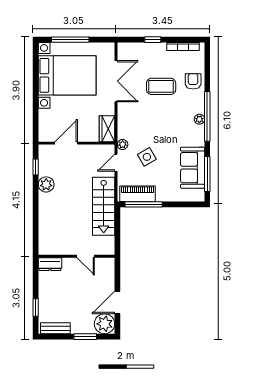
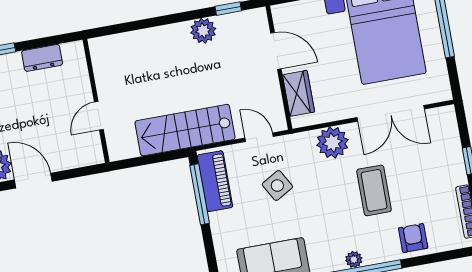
armchair: (193, 81) -> (413, 238), turned -90
coffee table: (161, 86) -> (374, 190), moved
wardrobe: (107, 129) -> (299, 93), moved, turned 90
plant: (123, 144) -> (332, 143), moved, width x1.87, depth x1.87
dresser: (50, 264) -> (42, 58), moved, turned -90

